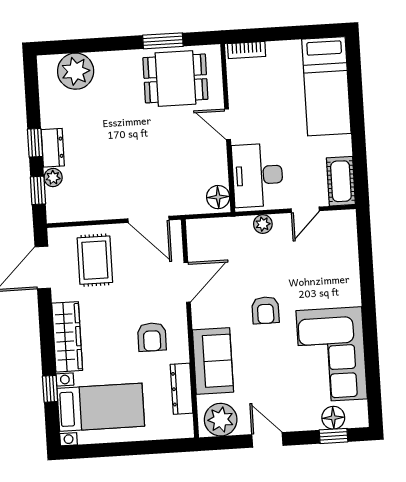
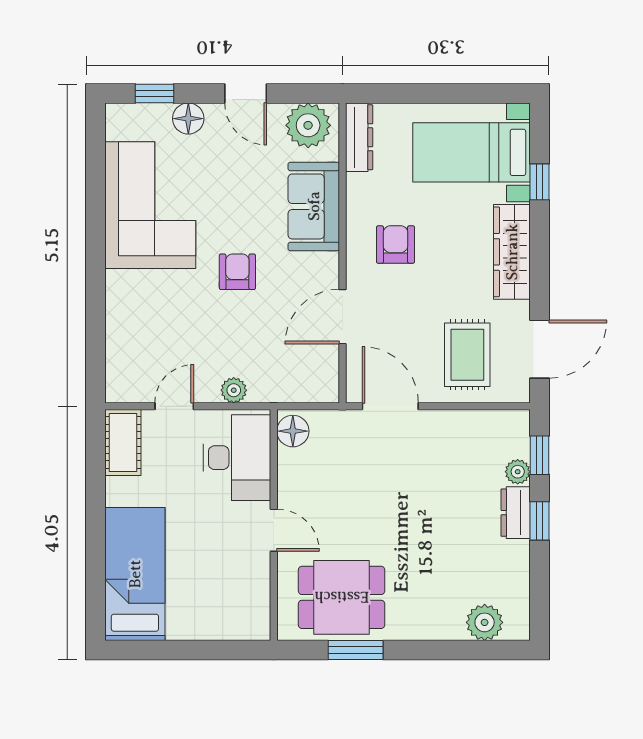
bookcase: (247, 50) -> (242, 630), removed
plant: (76, 71) -> (485, 622), width x0.73, depth x0.73
dresser: (182, 389) -> (359, 137), moved
floor lamp: (333, 418) -> (188, 119), moved

